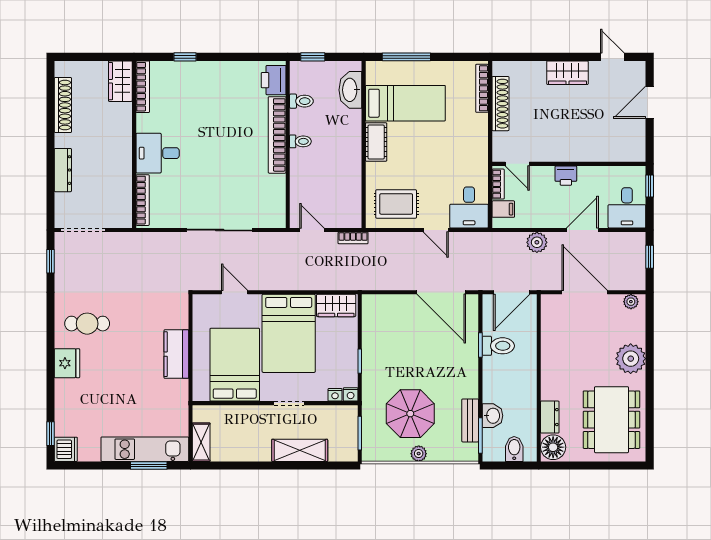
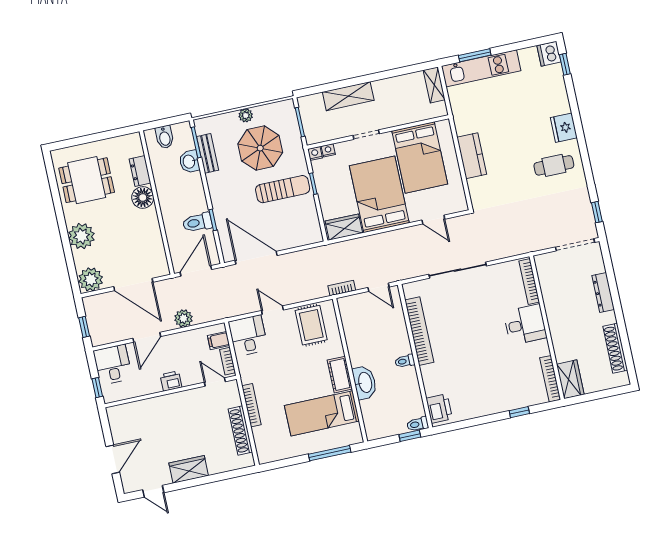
bookcase: (482, 88) -> (251, 405), moved
washbasin: (350, 90) -> (365, 383), moved
toilet: (301, 101) -> (418, 424), moved
bookcase: (277, 135) -> (419, 331), moved
rug: (396, 204) -> (311, 325), turned 90
plant: (631, 302) -> (91, 279), width x1.88, depth x1.88
sun lounger: (395, 362) -> (283, 189), added
dining table: (611, 420) -> (87, 180), width x0.73
floor lamp: (553, 447) -> (143, 197), moved

